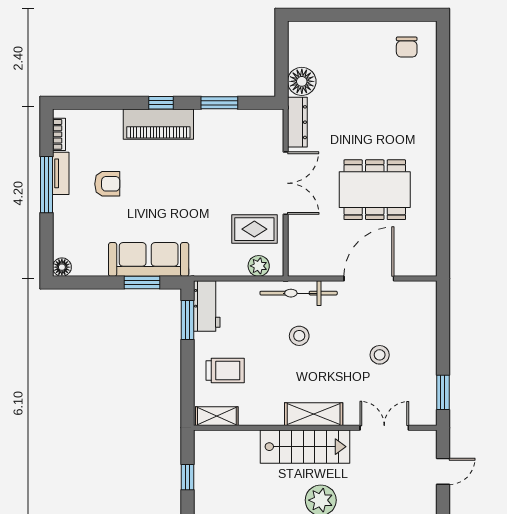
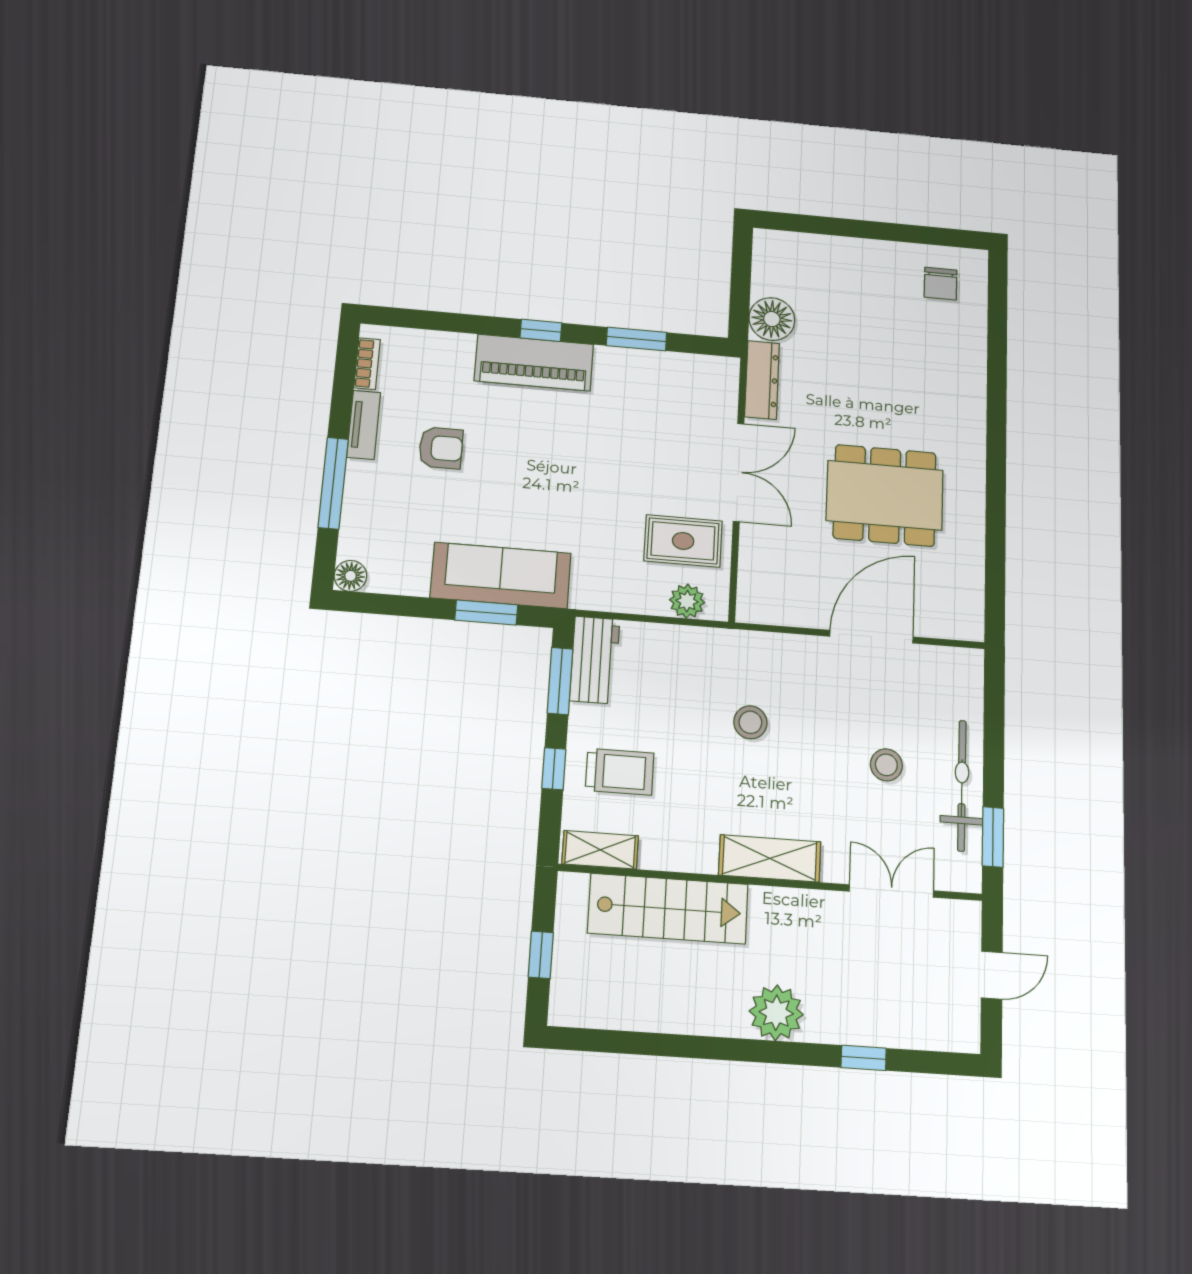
window: (46, 185) -> (333, 483), moved
bicycle: (299, 293) -> (962, 785), moved, turned 90
window: (187, 372) -> (554, 769), added
stairs: (305, 447) -> (668, 909), moved

